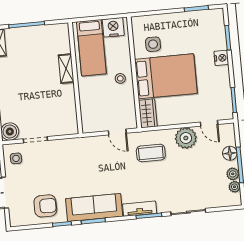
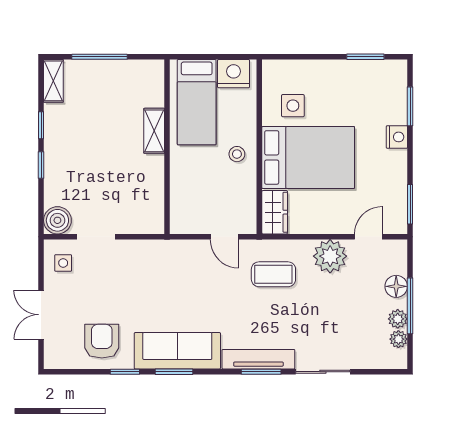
door: (209, 123) -> (368, 237), swing flipped
armchair: (45, 206) -> (102, 341), turned -90
tv unit: (140, 209) -> (258, 359), width x1.41

